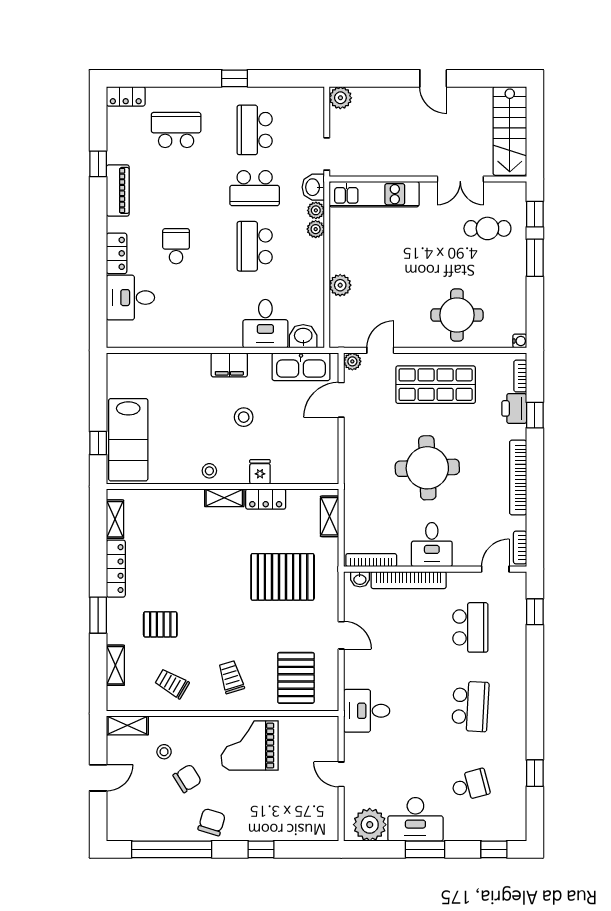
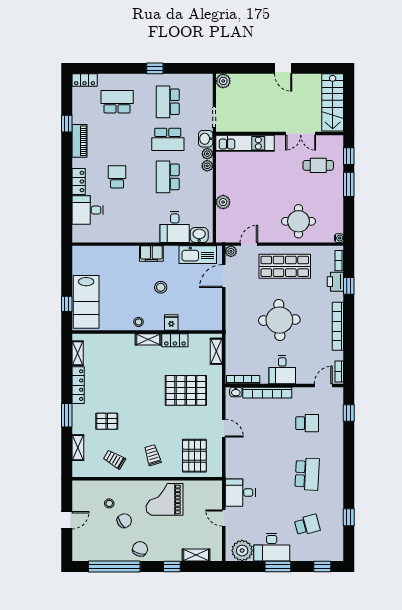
school desk: (470, 627) -> (307, 423), width x0.54
desk: (367, 711) -> (240, 493), moved
shelving: (127, 725) -> (196, 555), moved

